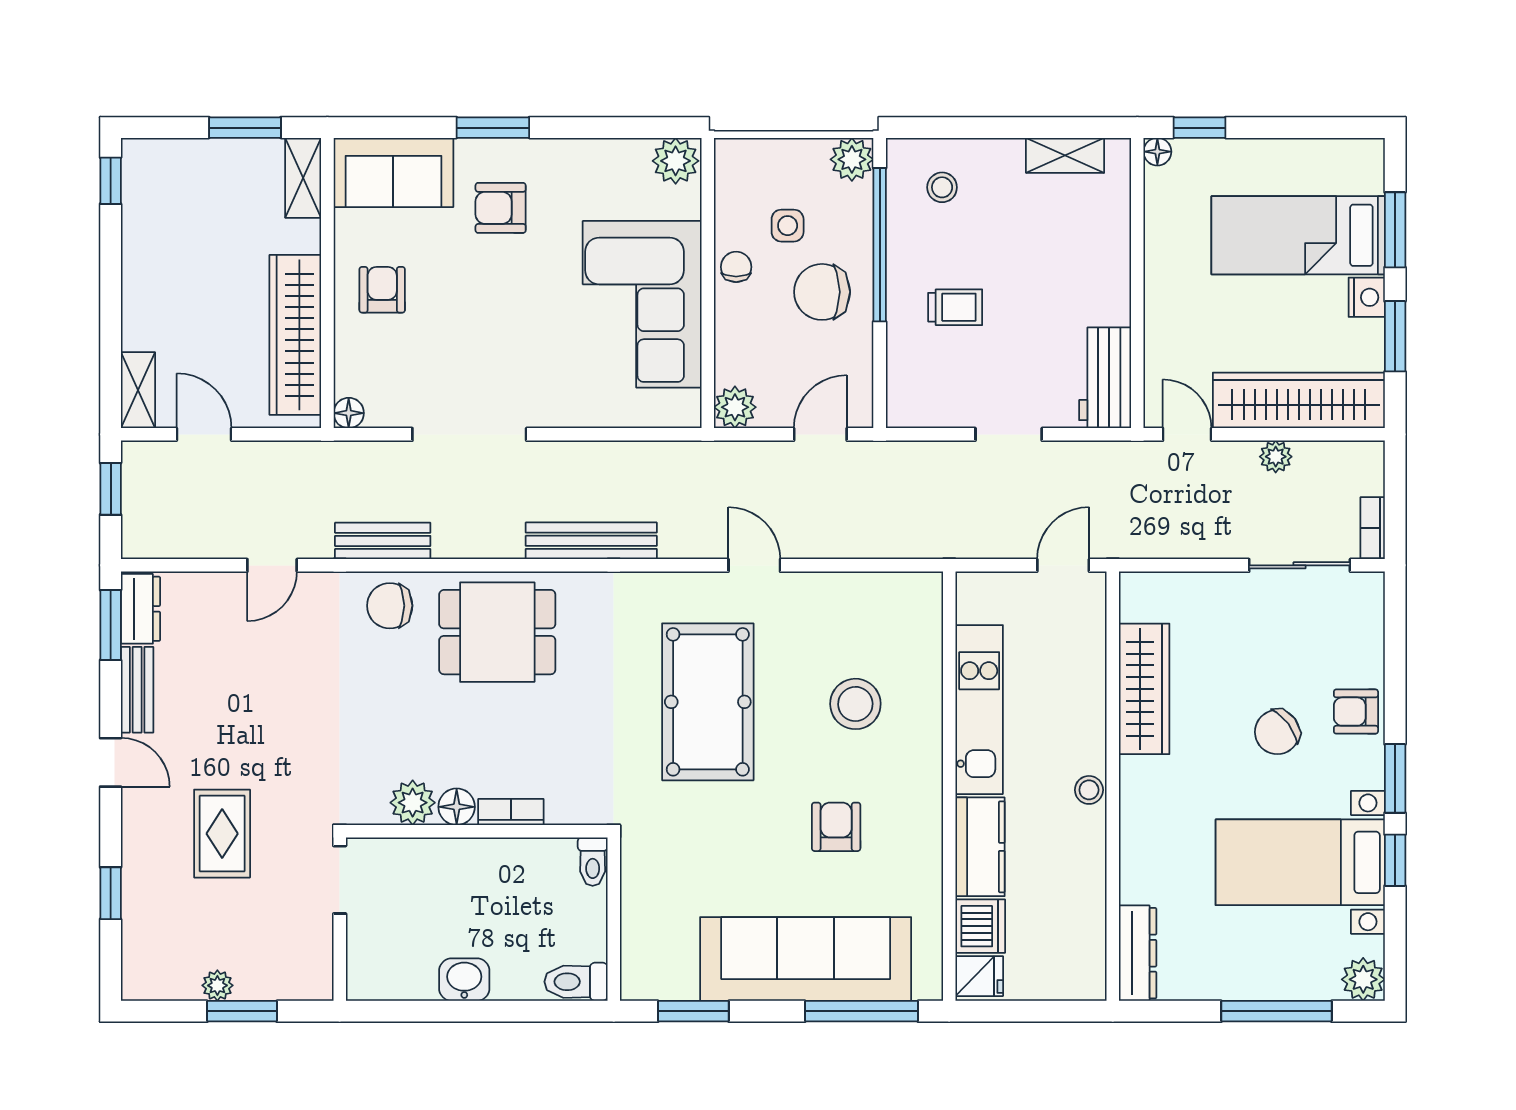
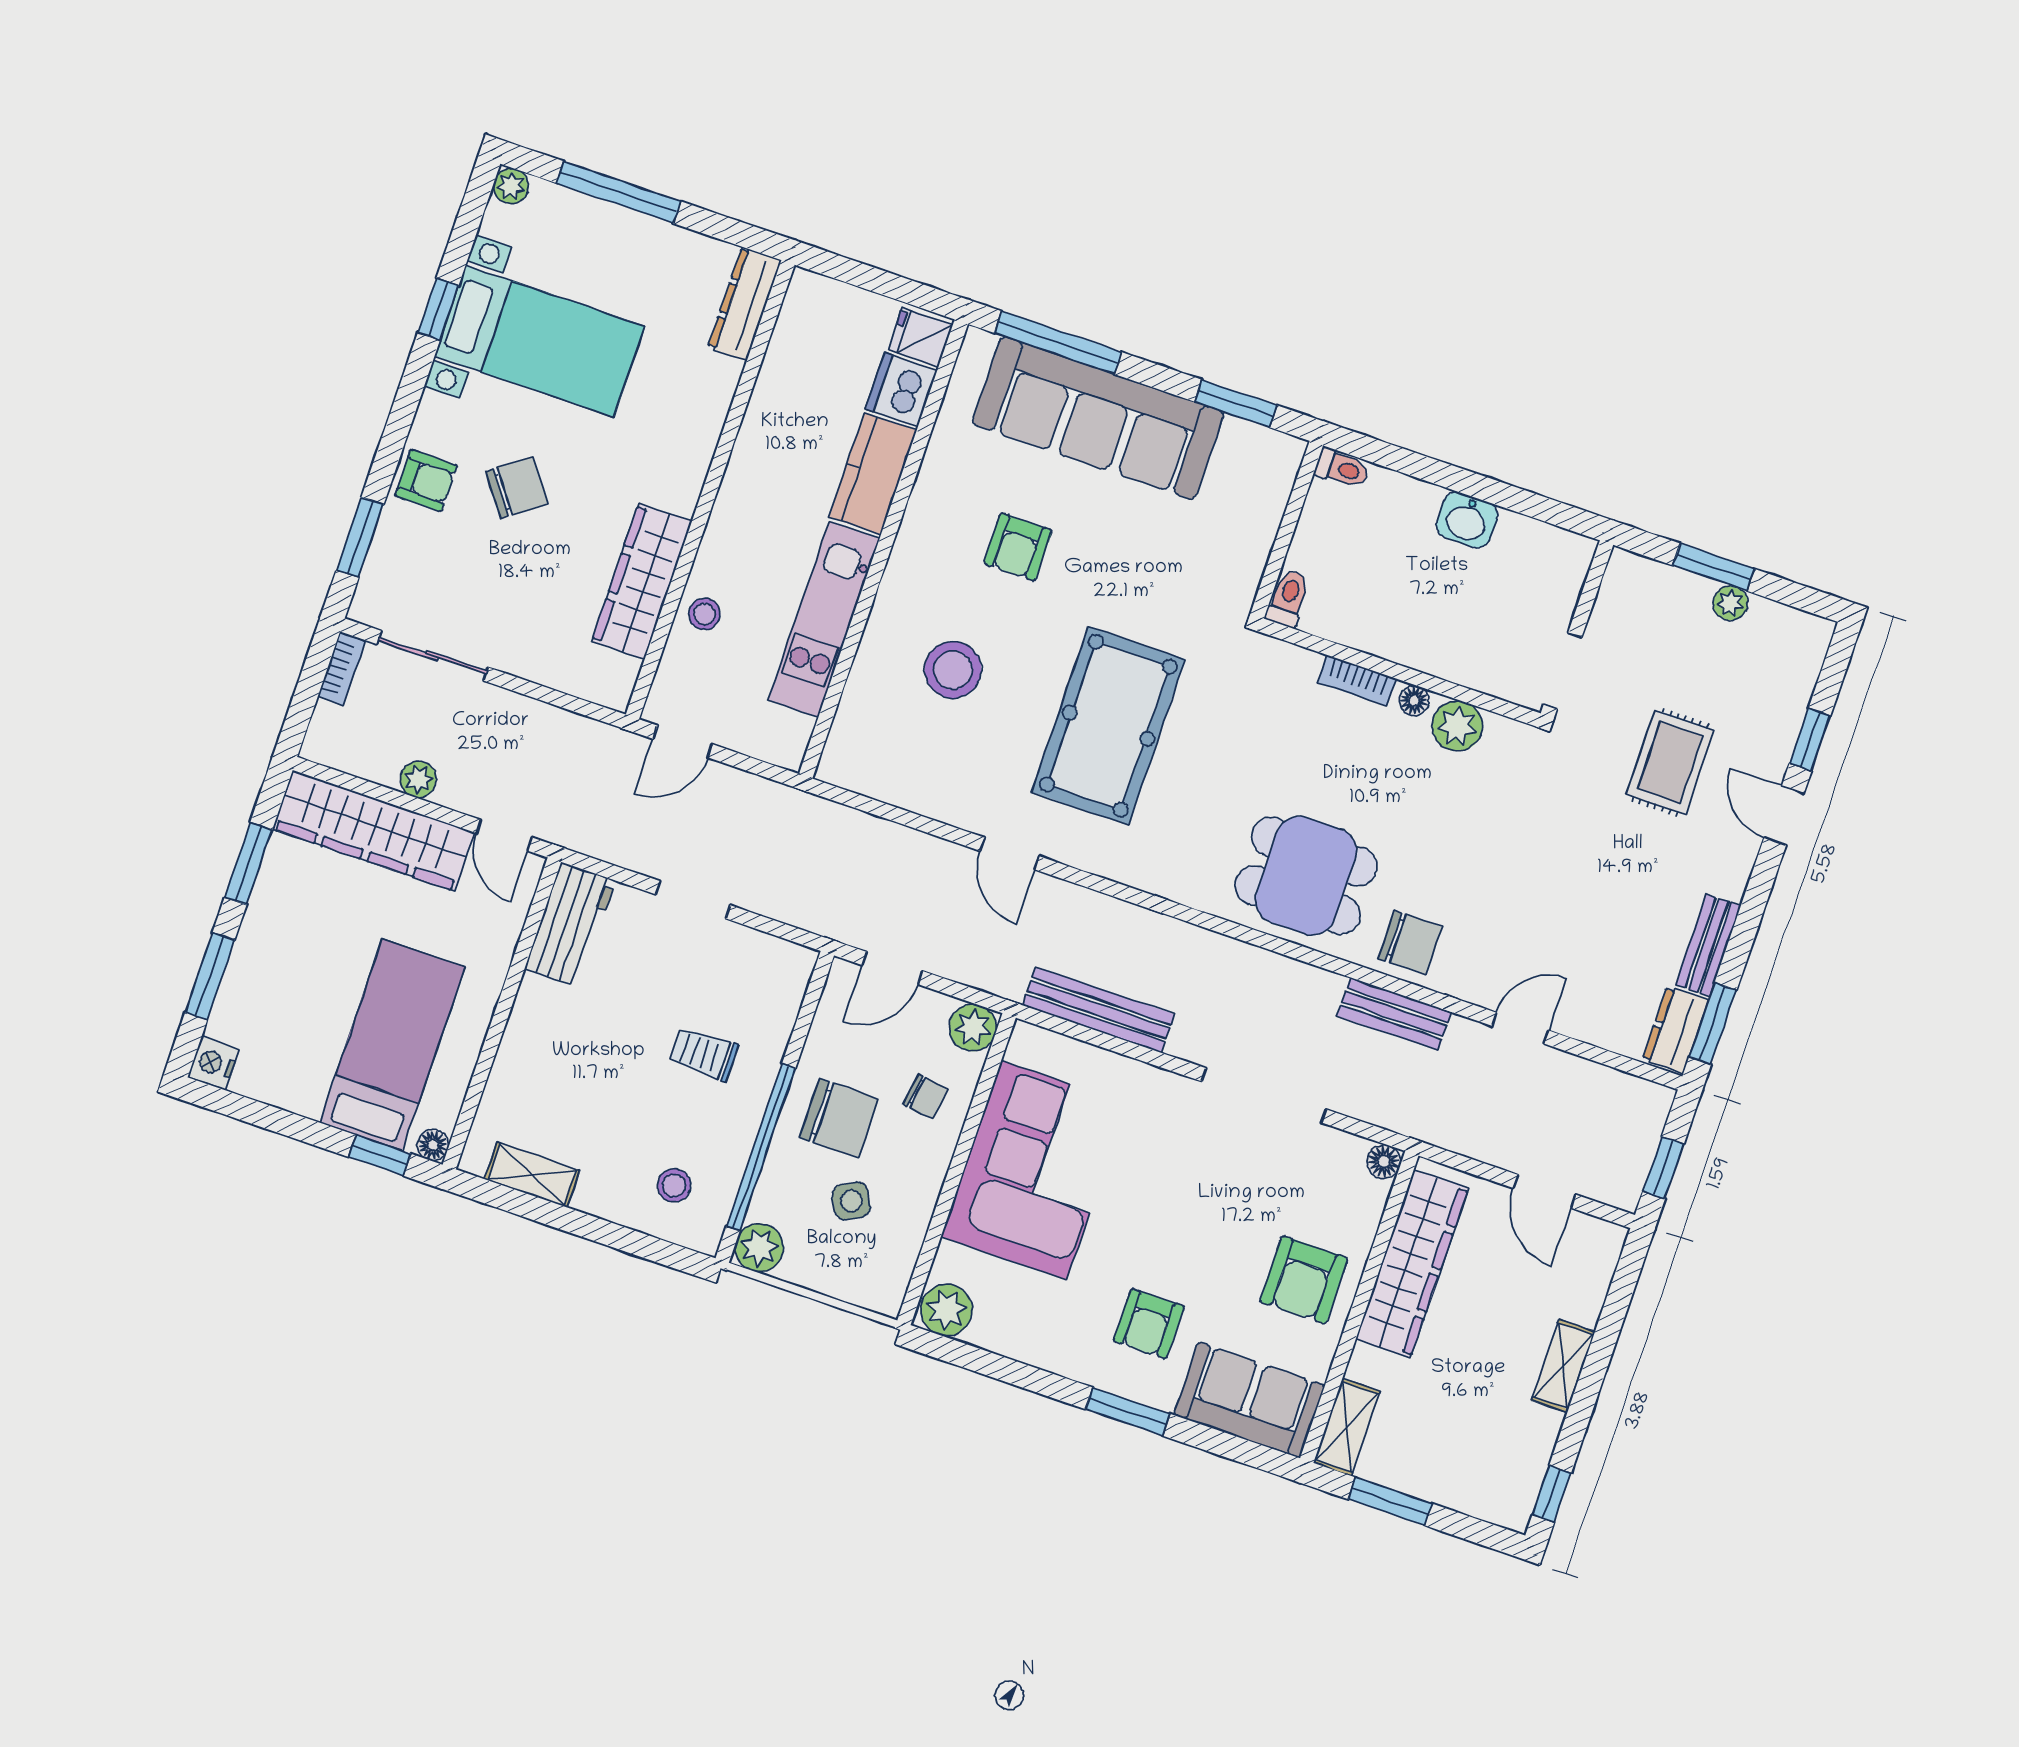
armchair: (501, 208) -> (1149, 1324), turned 90
side table: (788, 226) -> (851, 1201), turned -30
bed: (1298, 235) -> (392, 1045), moved, turned -90
chair: (736, 267) -> (926, 1097), moved, turned -82
armchair: (382, 290) -> (1304, 1280), width x1.38, depth x1.38
nightstand: (1367, 297) -> (214, 1063), moved
shelving: (138, 390) -> (1563, 1366), moved
bench: (591, 541) -> (1098, 1010), moved
door: (111, 762) -> (1784, 815), moved
window: (1395, 778) -> (360, 537), moved
stool: (1089, 790) -> (704, 614), moved
floor lamp: (457, 807) -> (1414, 700), width x0.73, depth x0.73
plant: (1363, 979) -> (511, 186), width x0.73, depth x0.73
toilet: (576, 982) -> (1342, 469), width x0.73, depth x0.72

